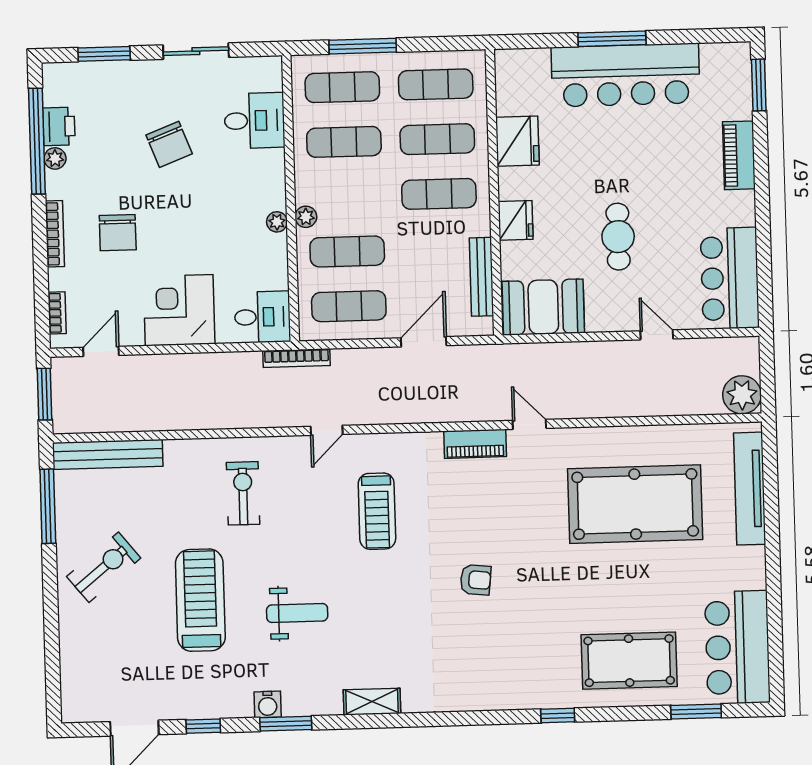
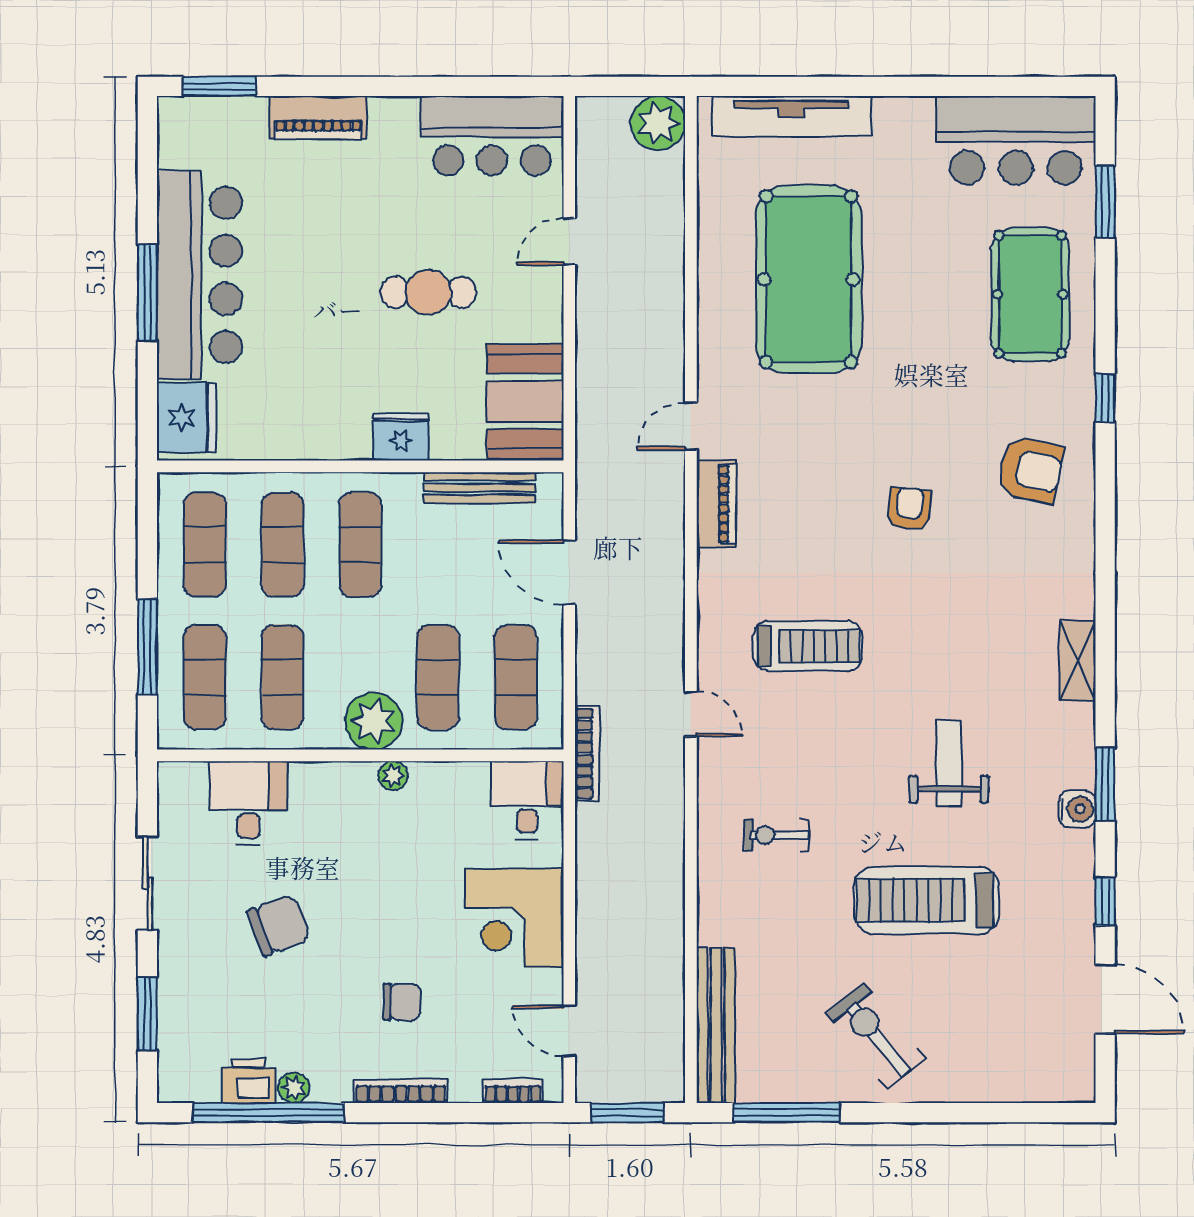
fridge: (517, 141) -> (187, 418), moved, turned 90
plant: (306, 217) -> (374, 721), width x1.88, depth x1.88
chair: (118, 233) -> (402, 1002), width x0.73, depth x0.73
exercise bike: (243, 493) -> (777, 835), width x0.73, depth x0.72
armchair: (506, 664) -> (1030, 470), added

